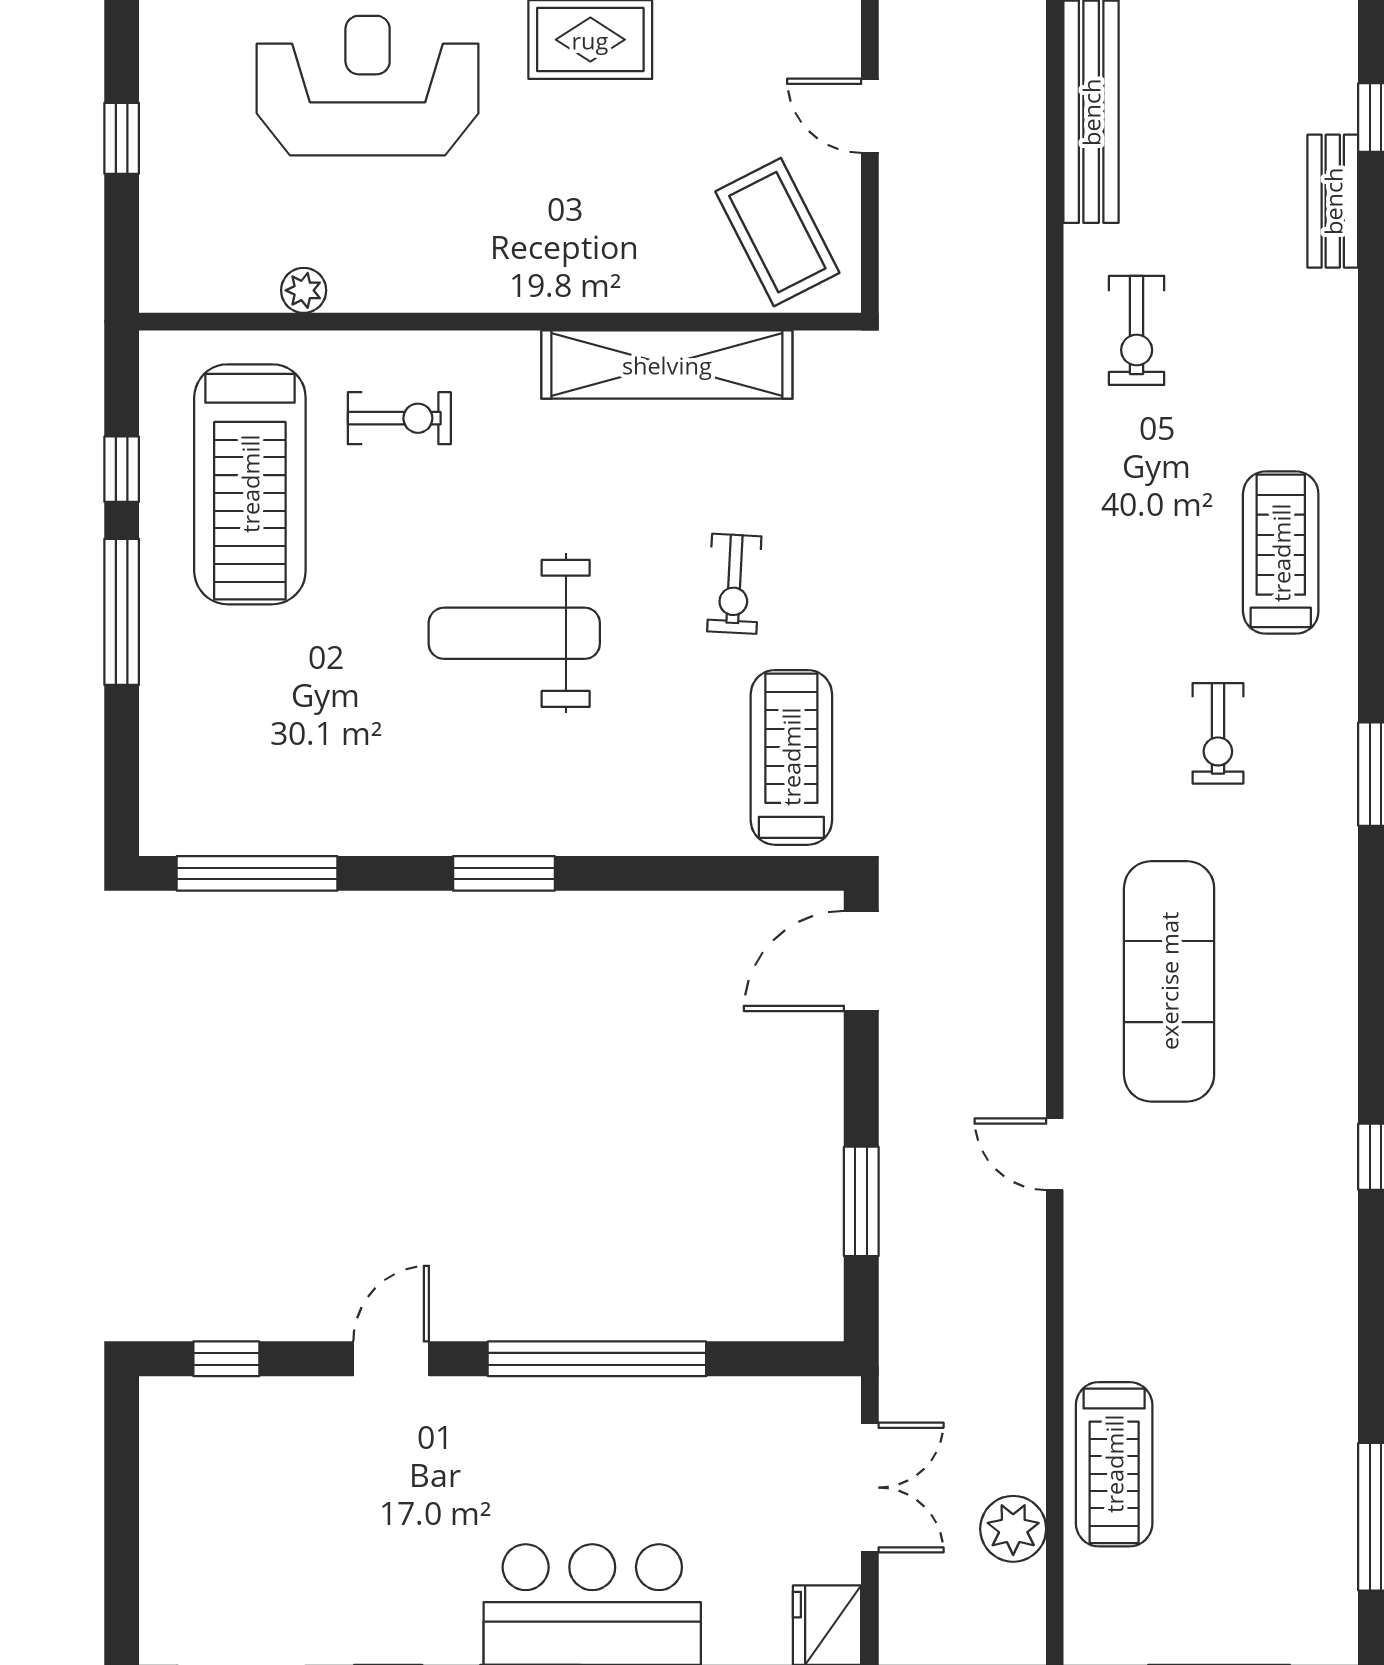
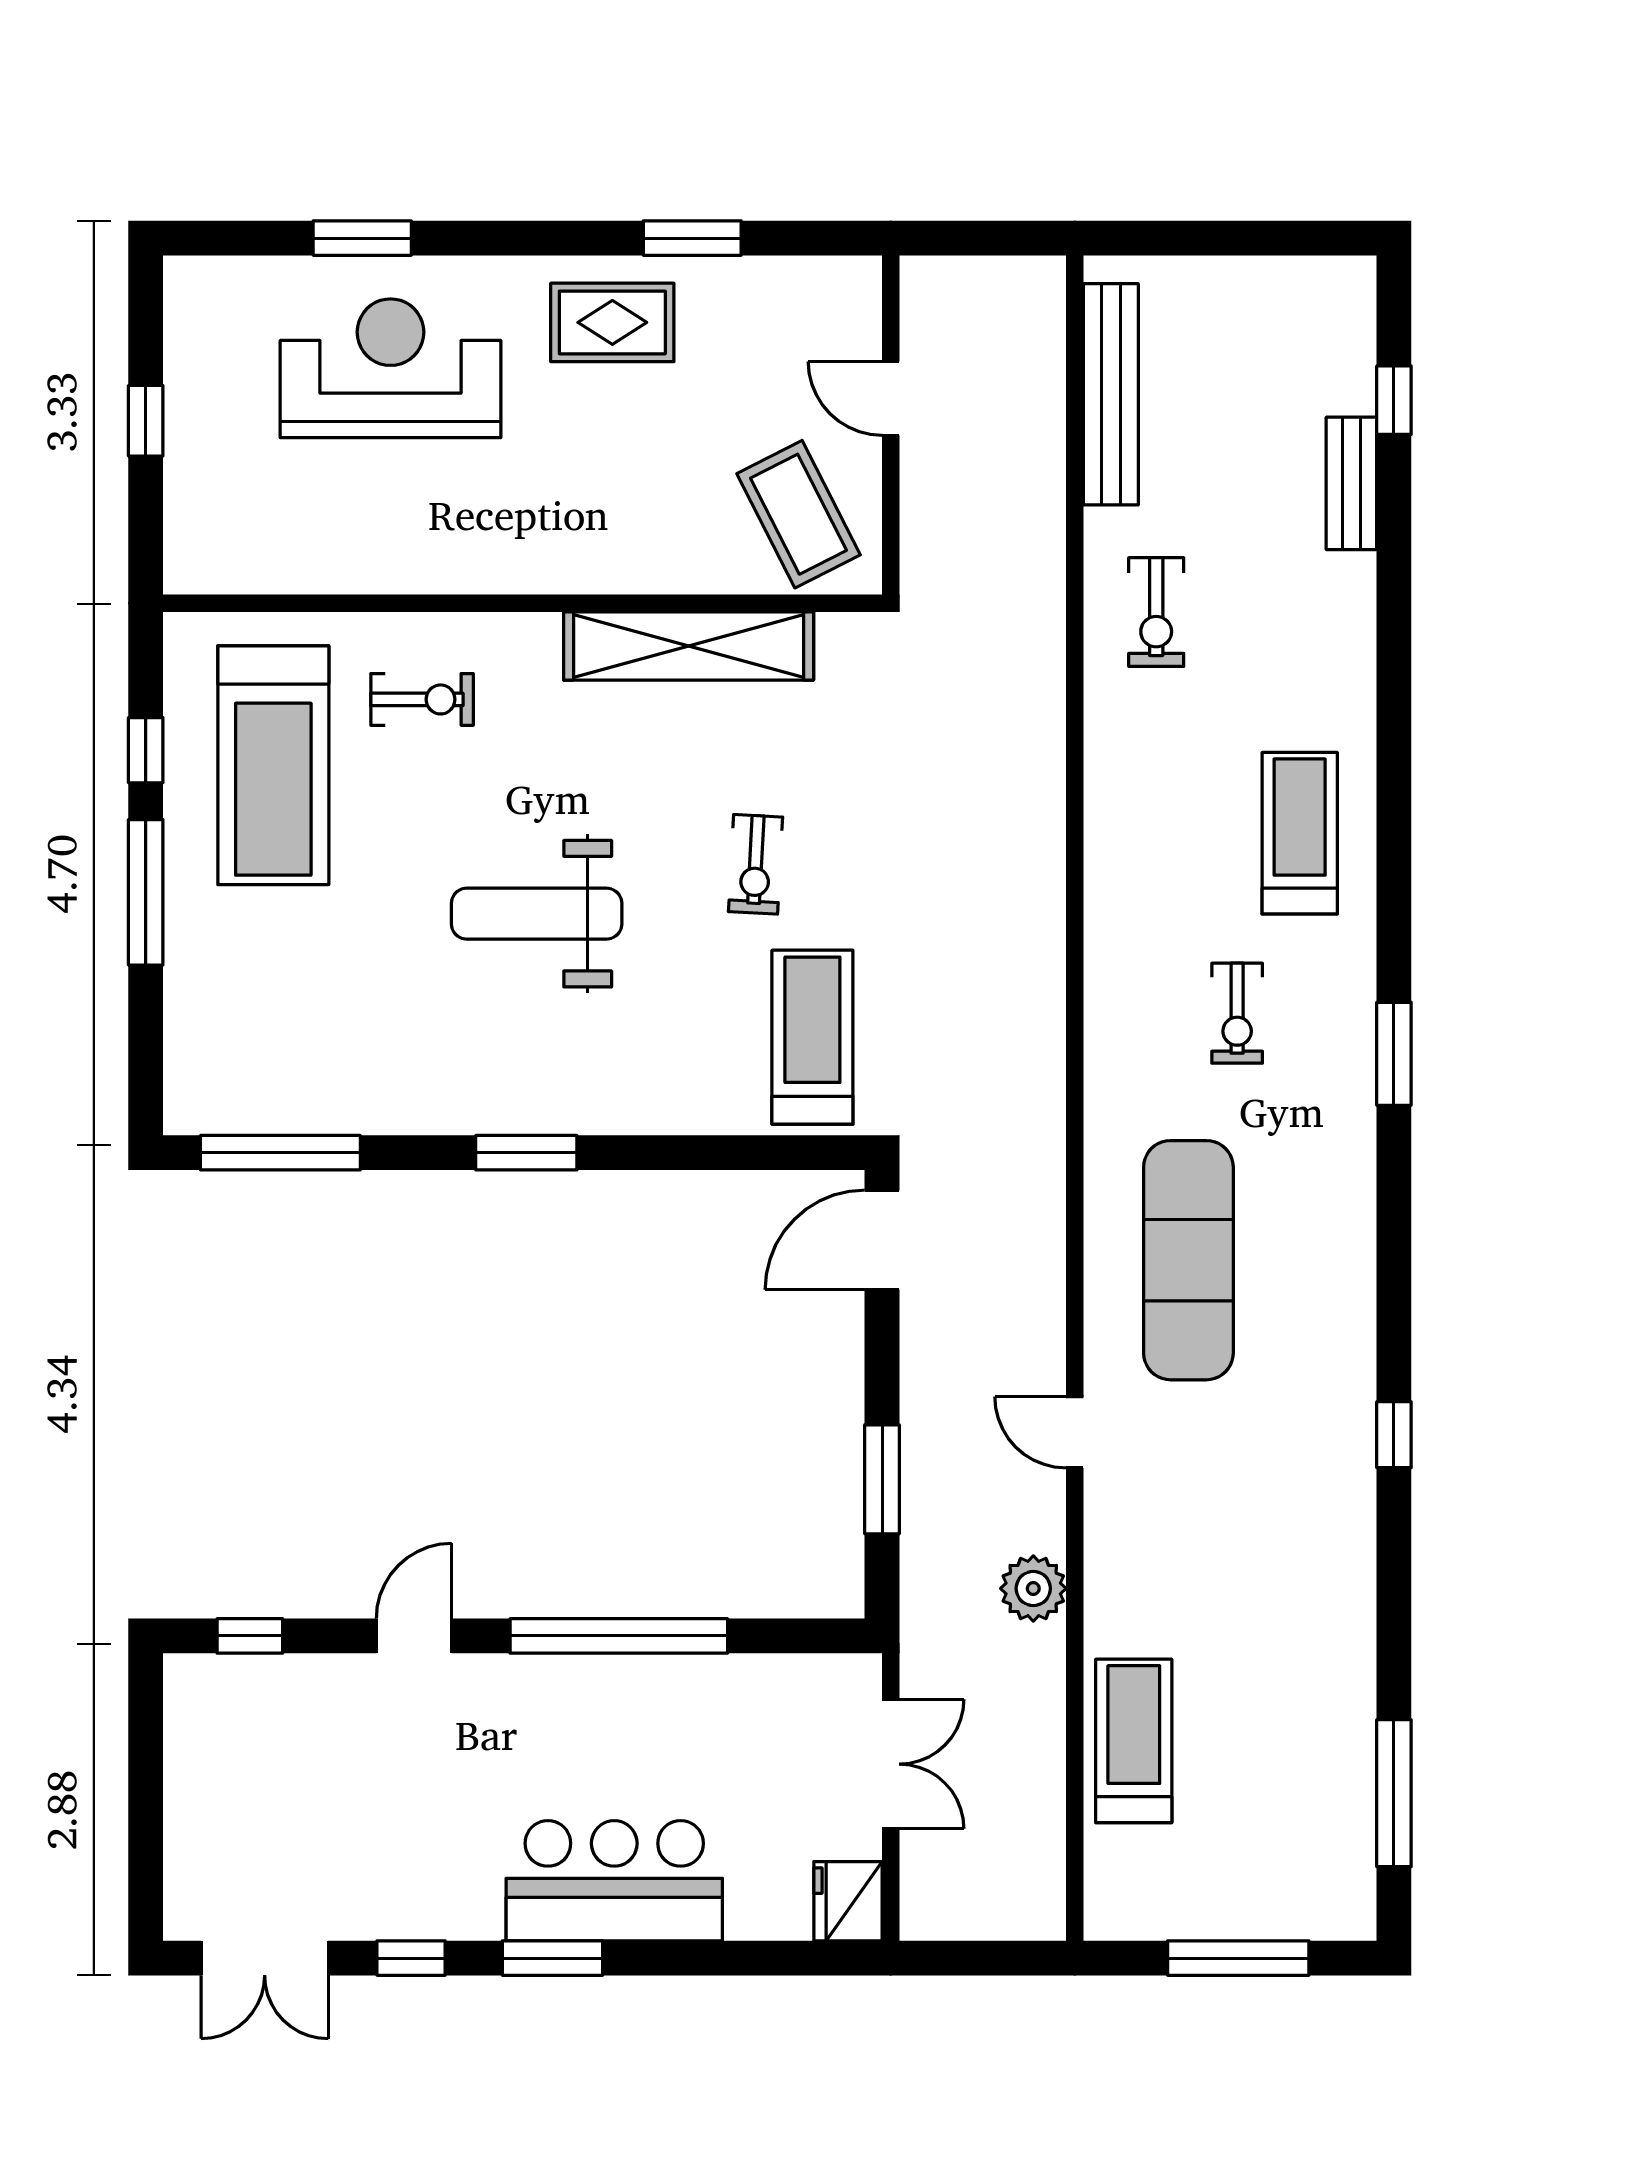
plant: (304, 290) -> (327, 572), removed
treadmill: (1114, 1464) -> (1134, 1741), turned 180
plant: (1013, 1529) -> (1033, 1588), moved

